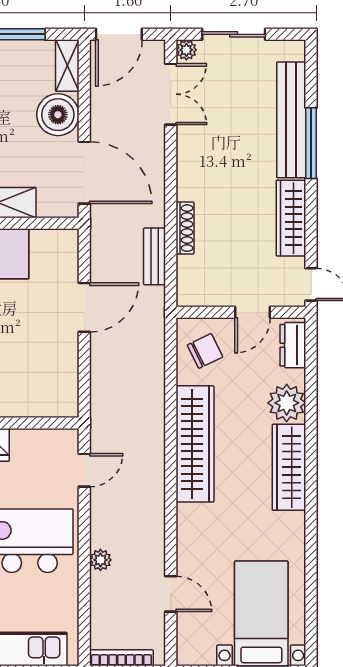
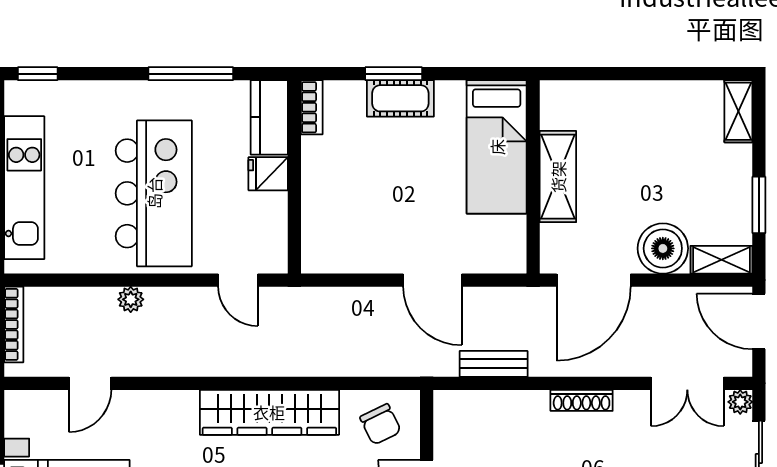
shoe rack: (185, 228) -> (582, 400), moved

